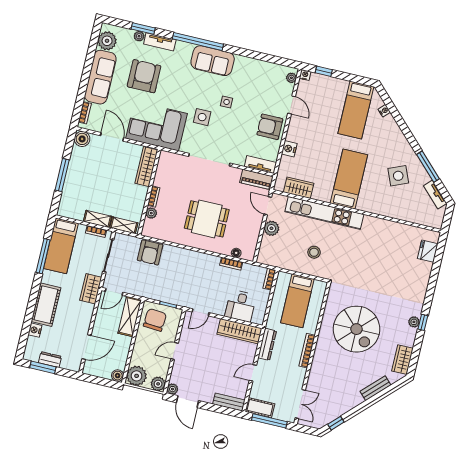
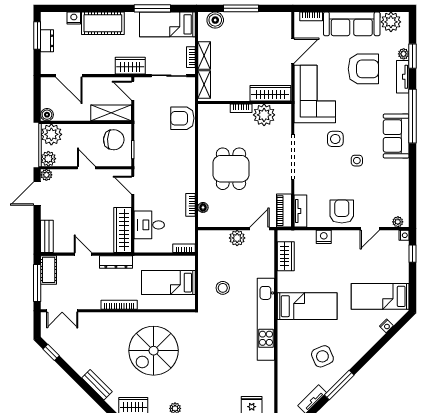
boiler: (82, 139) -> (215, 20), moved
plant: (151, 213) -> (264, 115), moved, width x1.88, depth x1.88
kitchen unit: (324, 213) -> (266, 319), moved

